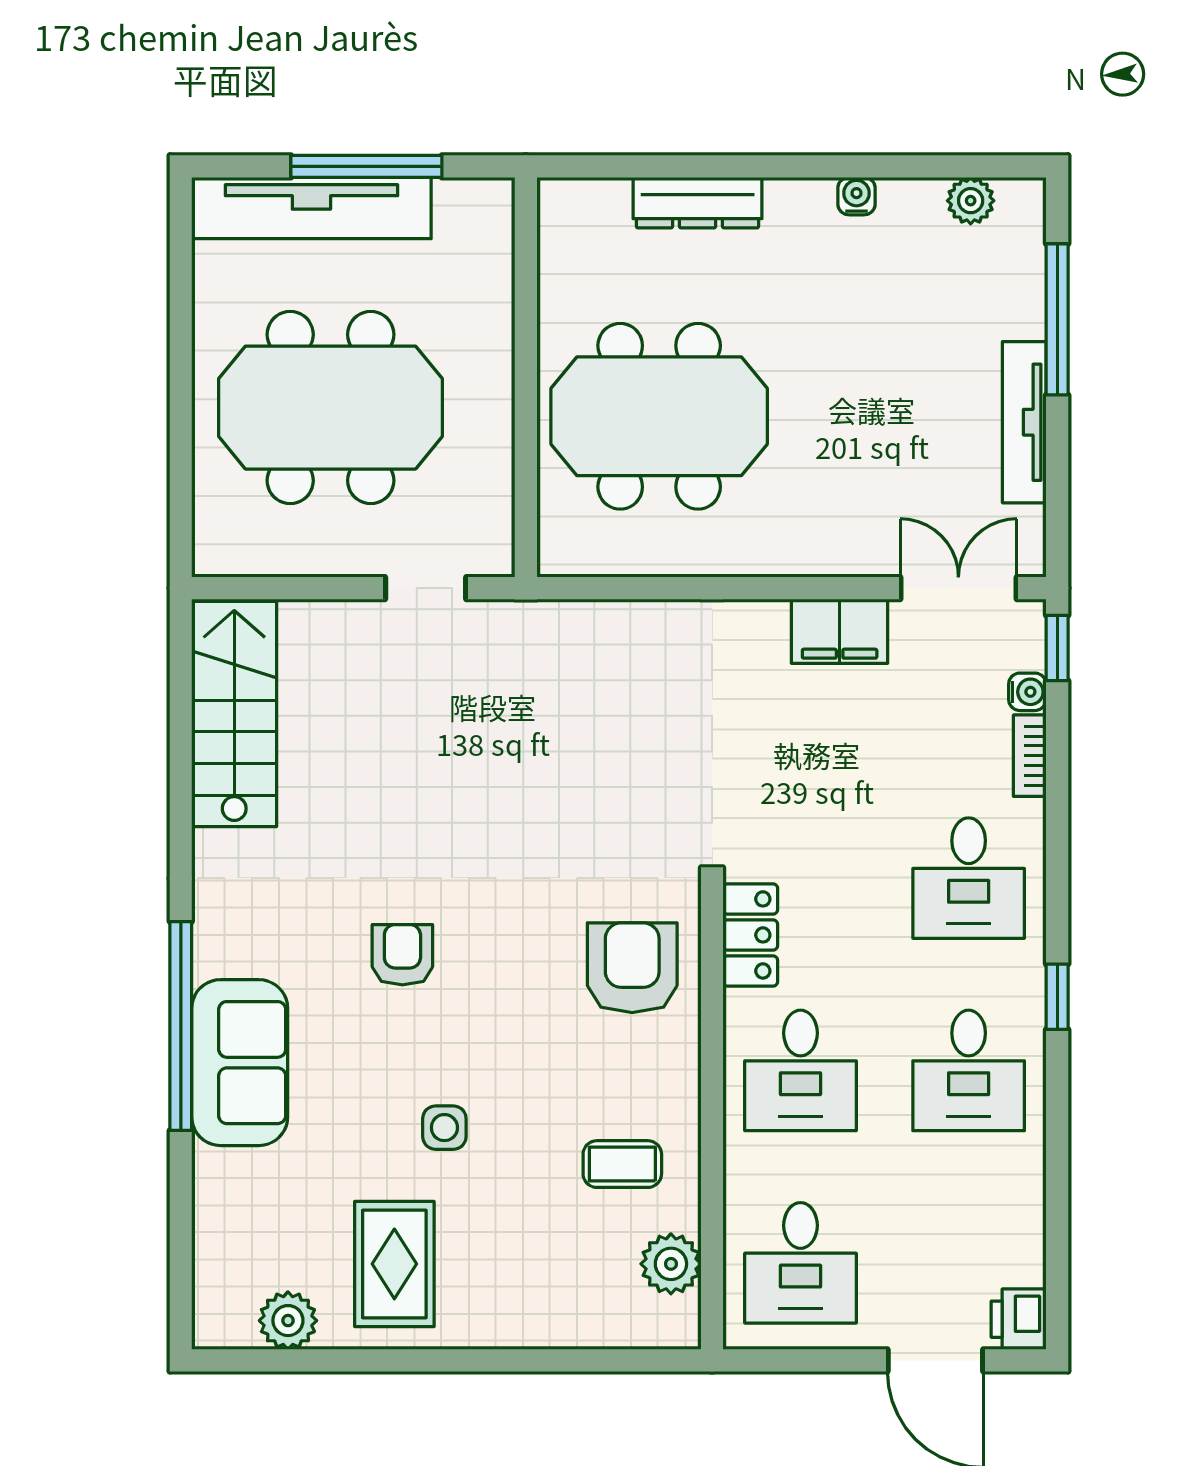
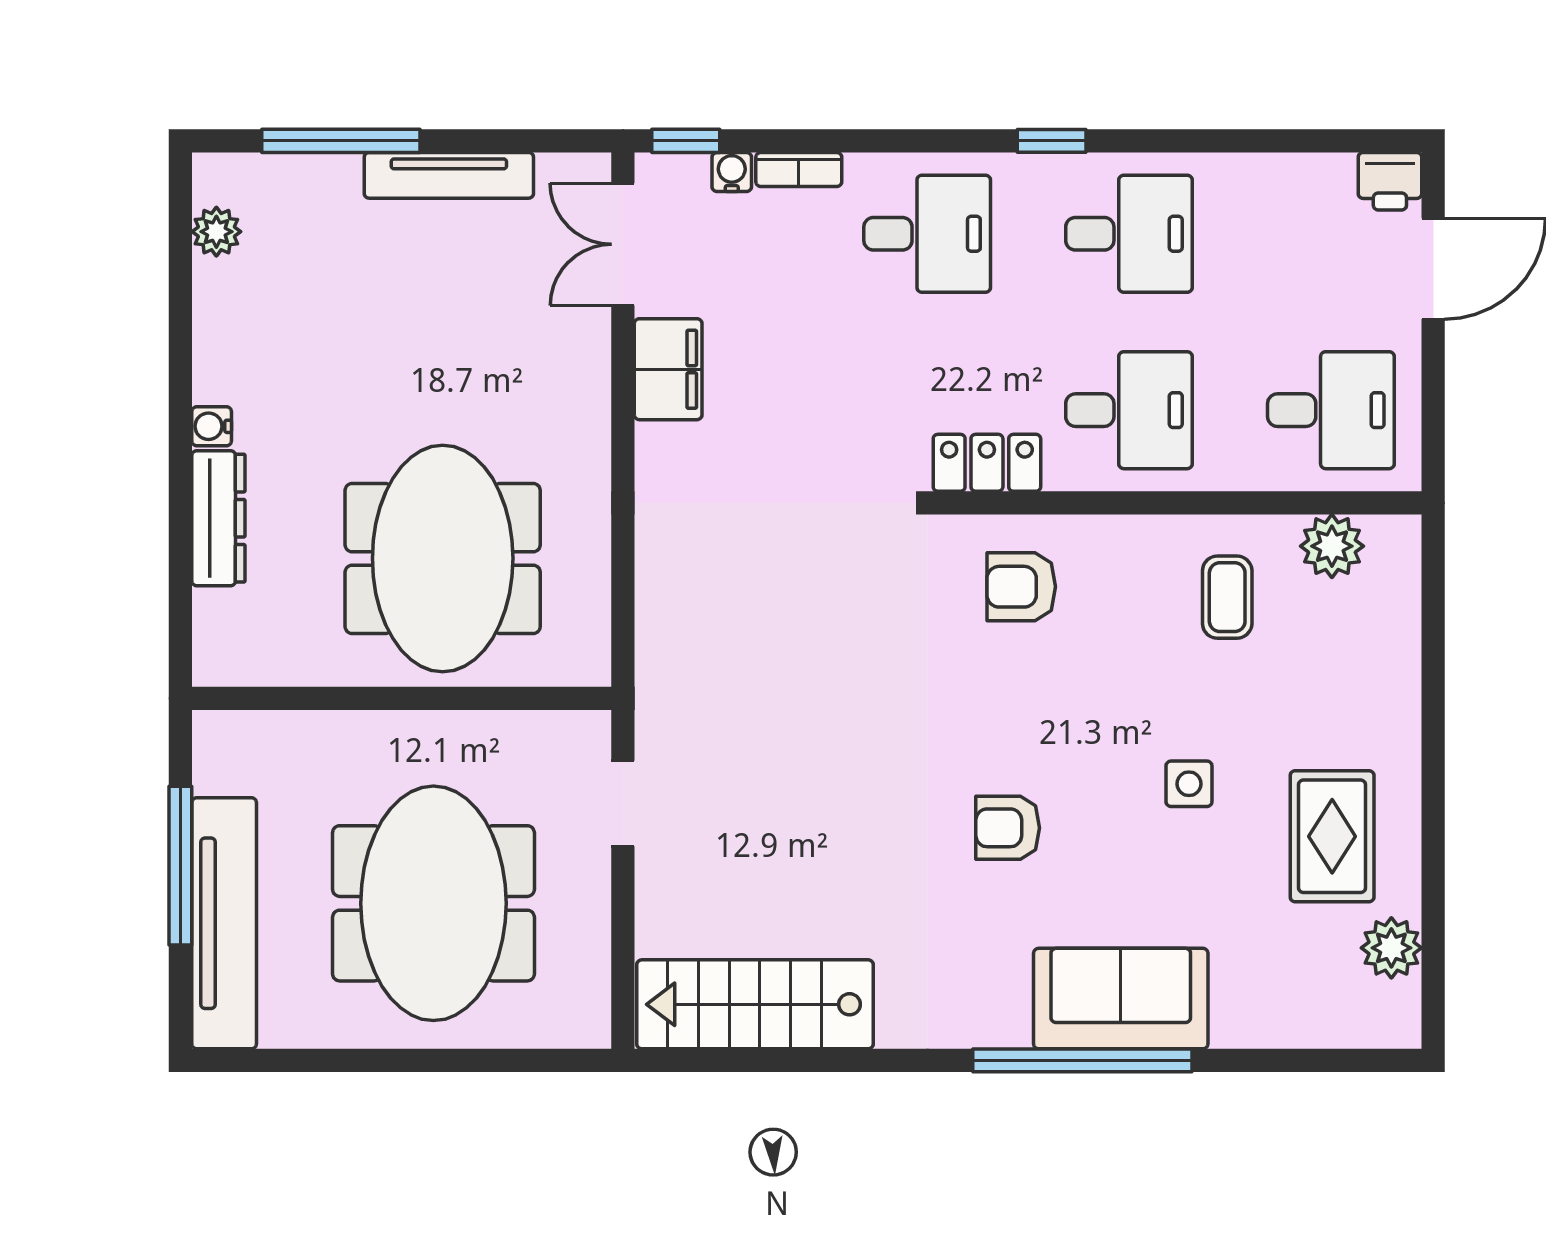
water cooler: (857, 196) -> (212, 426), moved
armchair: (632, 968) -> (1021, 587), width x0.72, depth x0.72
rug: (394, 1264) -> (1332, 836), turned 90

